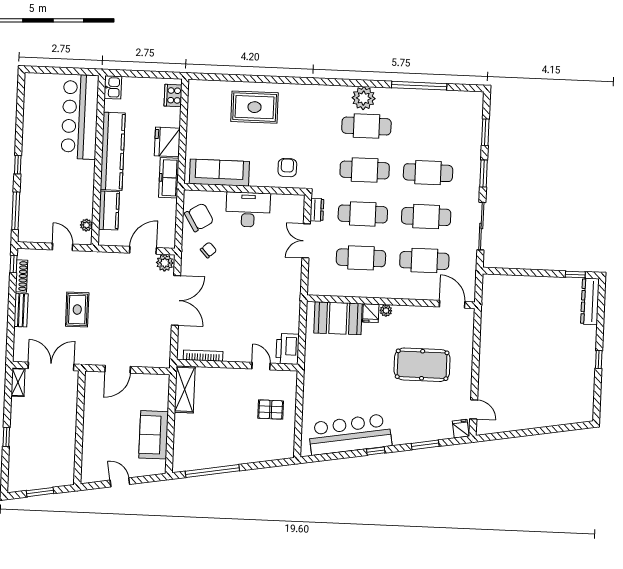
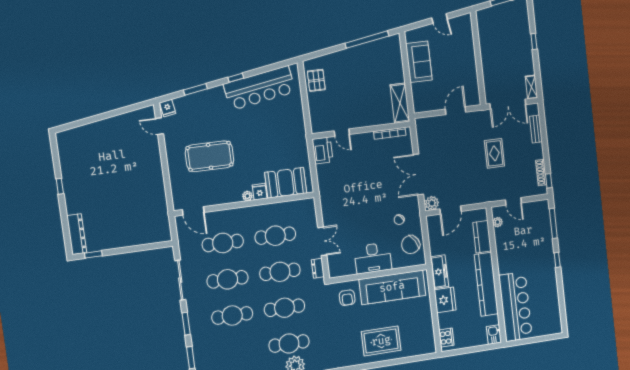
sofa: (219, 173) -> (392, 287), width x1.36, depth x1.27
bench: (21, 310) -> (536, 129), moved
pallet: (271, 410) -> (316, 80), moved, turned 90

